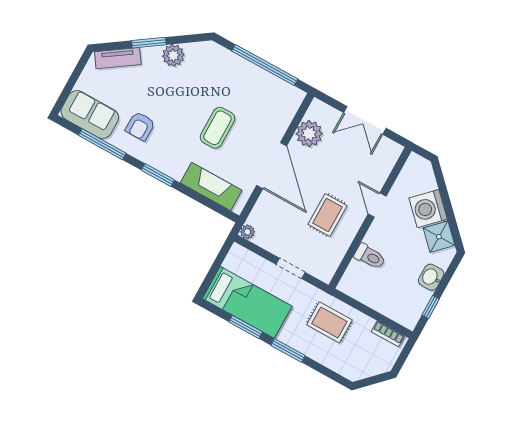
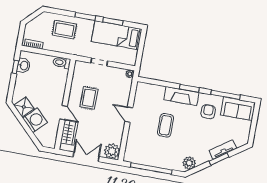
plant: (173, 55) -> (189, 163), moved
tv unit: (118, 58) -> (223, 150), moved
plant: (309, 134) -> (112, 151), moved
door: (272, 166) -> (129, 115), width x0.53
wardrobe: (379, 169) -> (69, 133), added
fireplace: (211, 187) -> (181, 96), moved
toilet: (370, 257) -> (62, 63), moved
washbasin: (431, 277) -> (24, 66), moved
rug: (329, 322) -> (64, 30), moved

